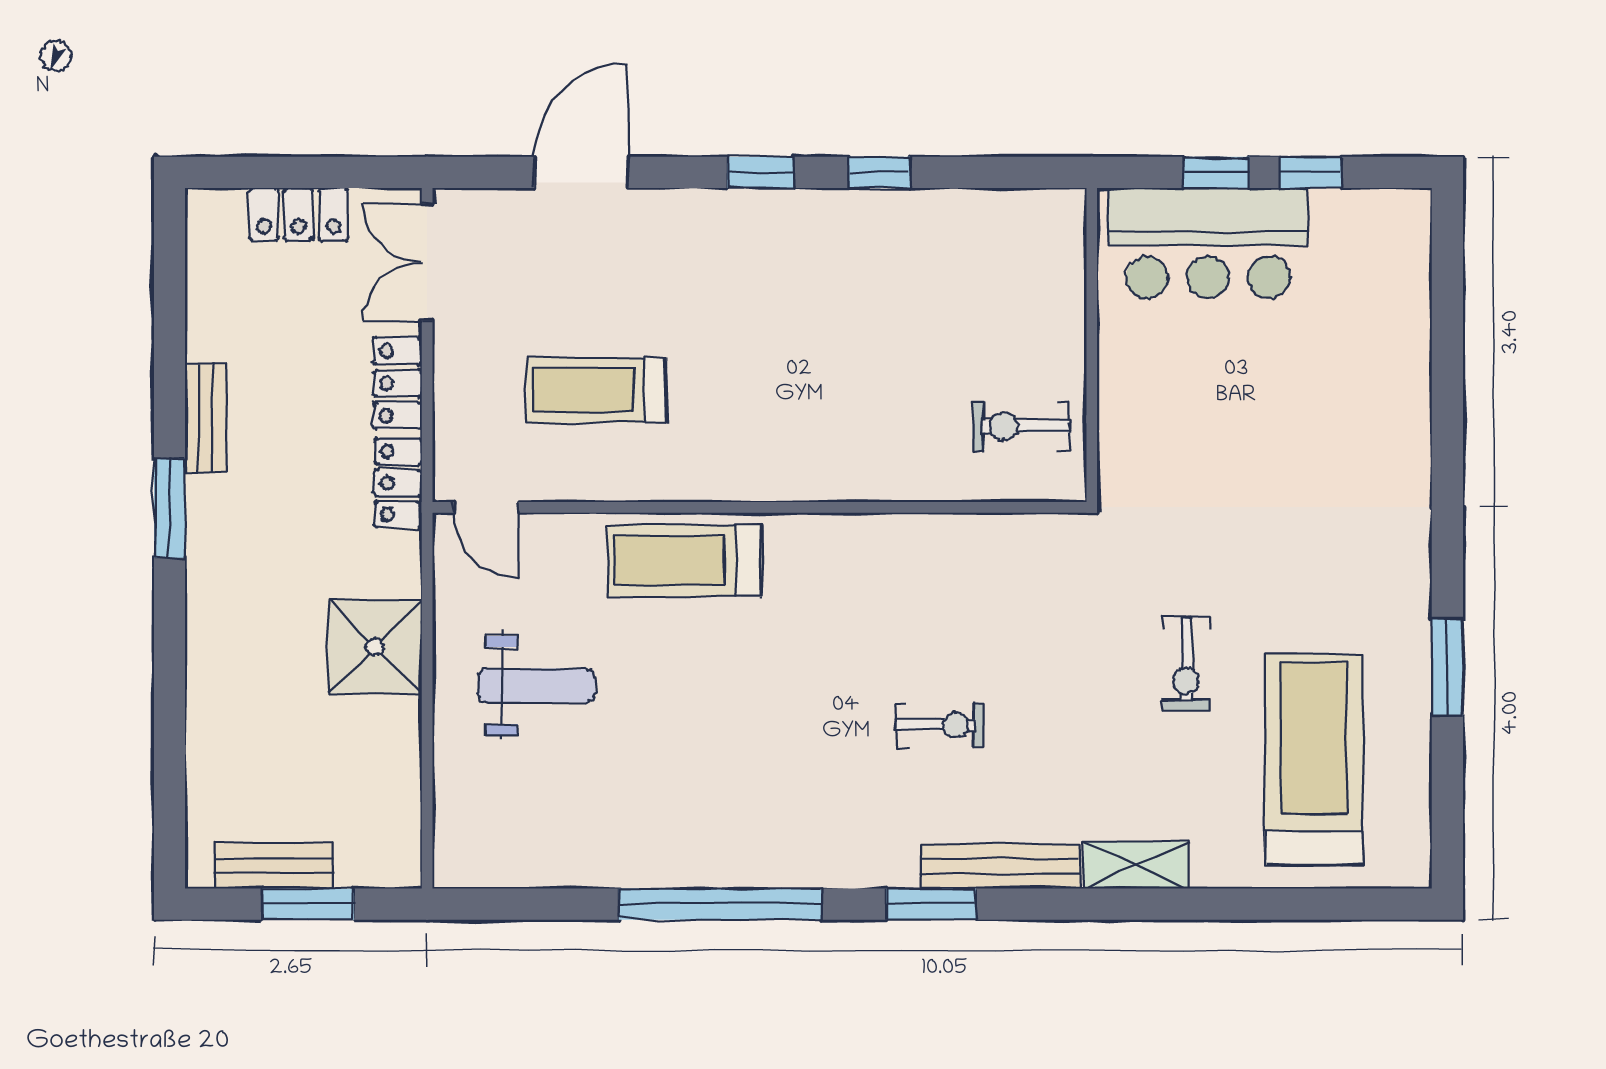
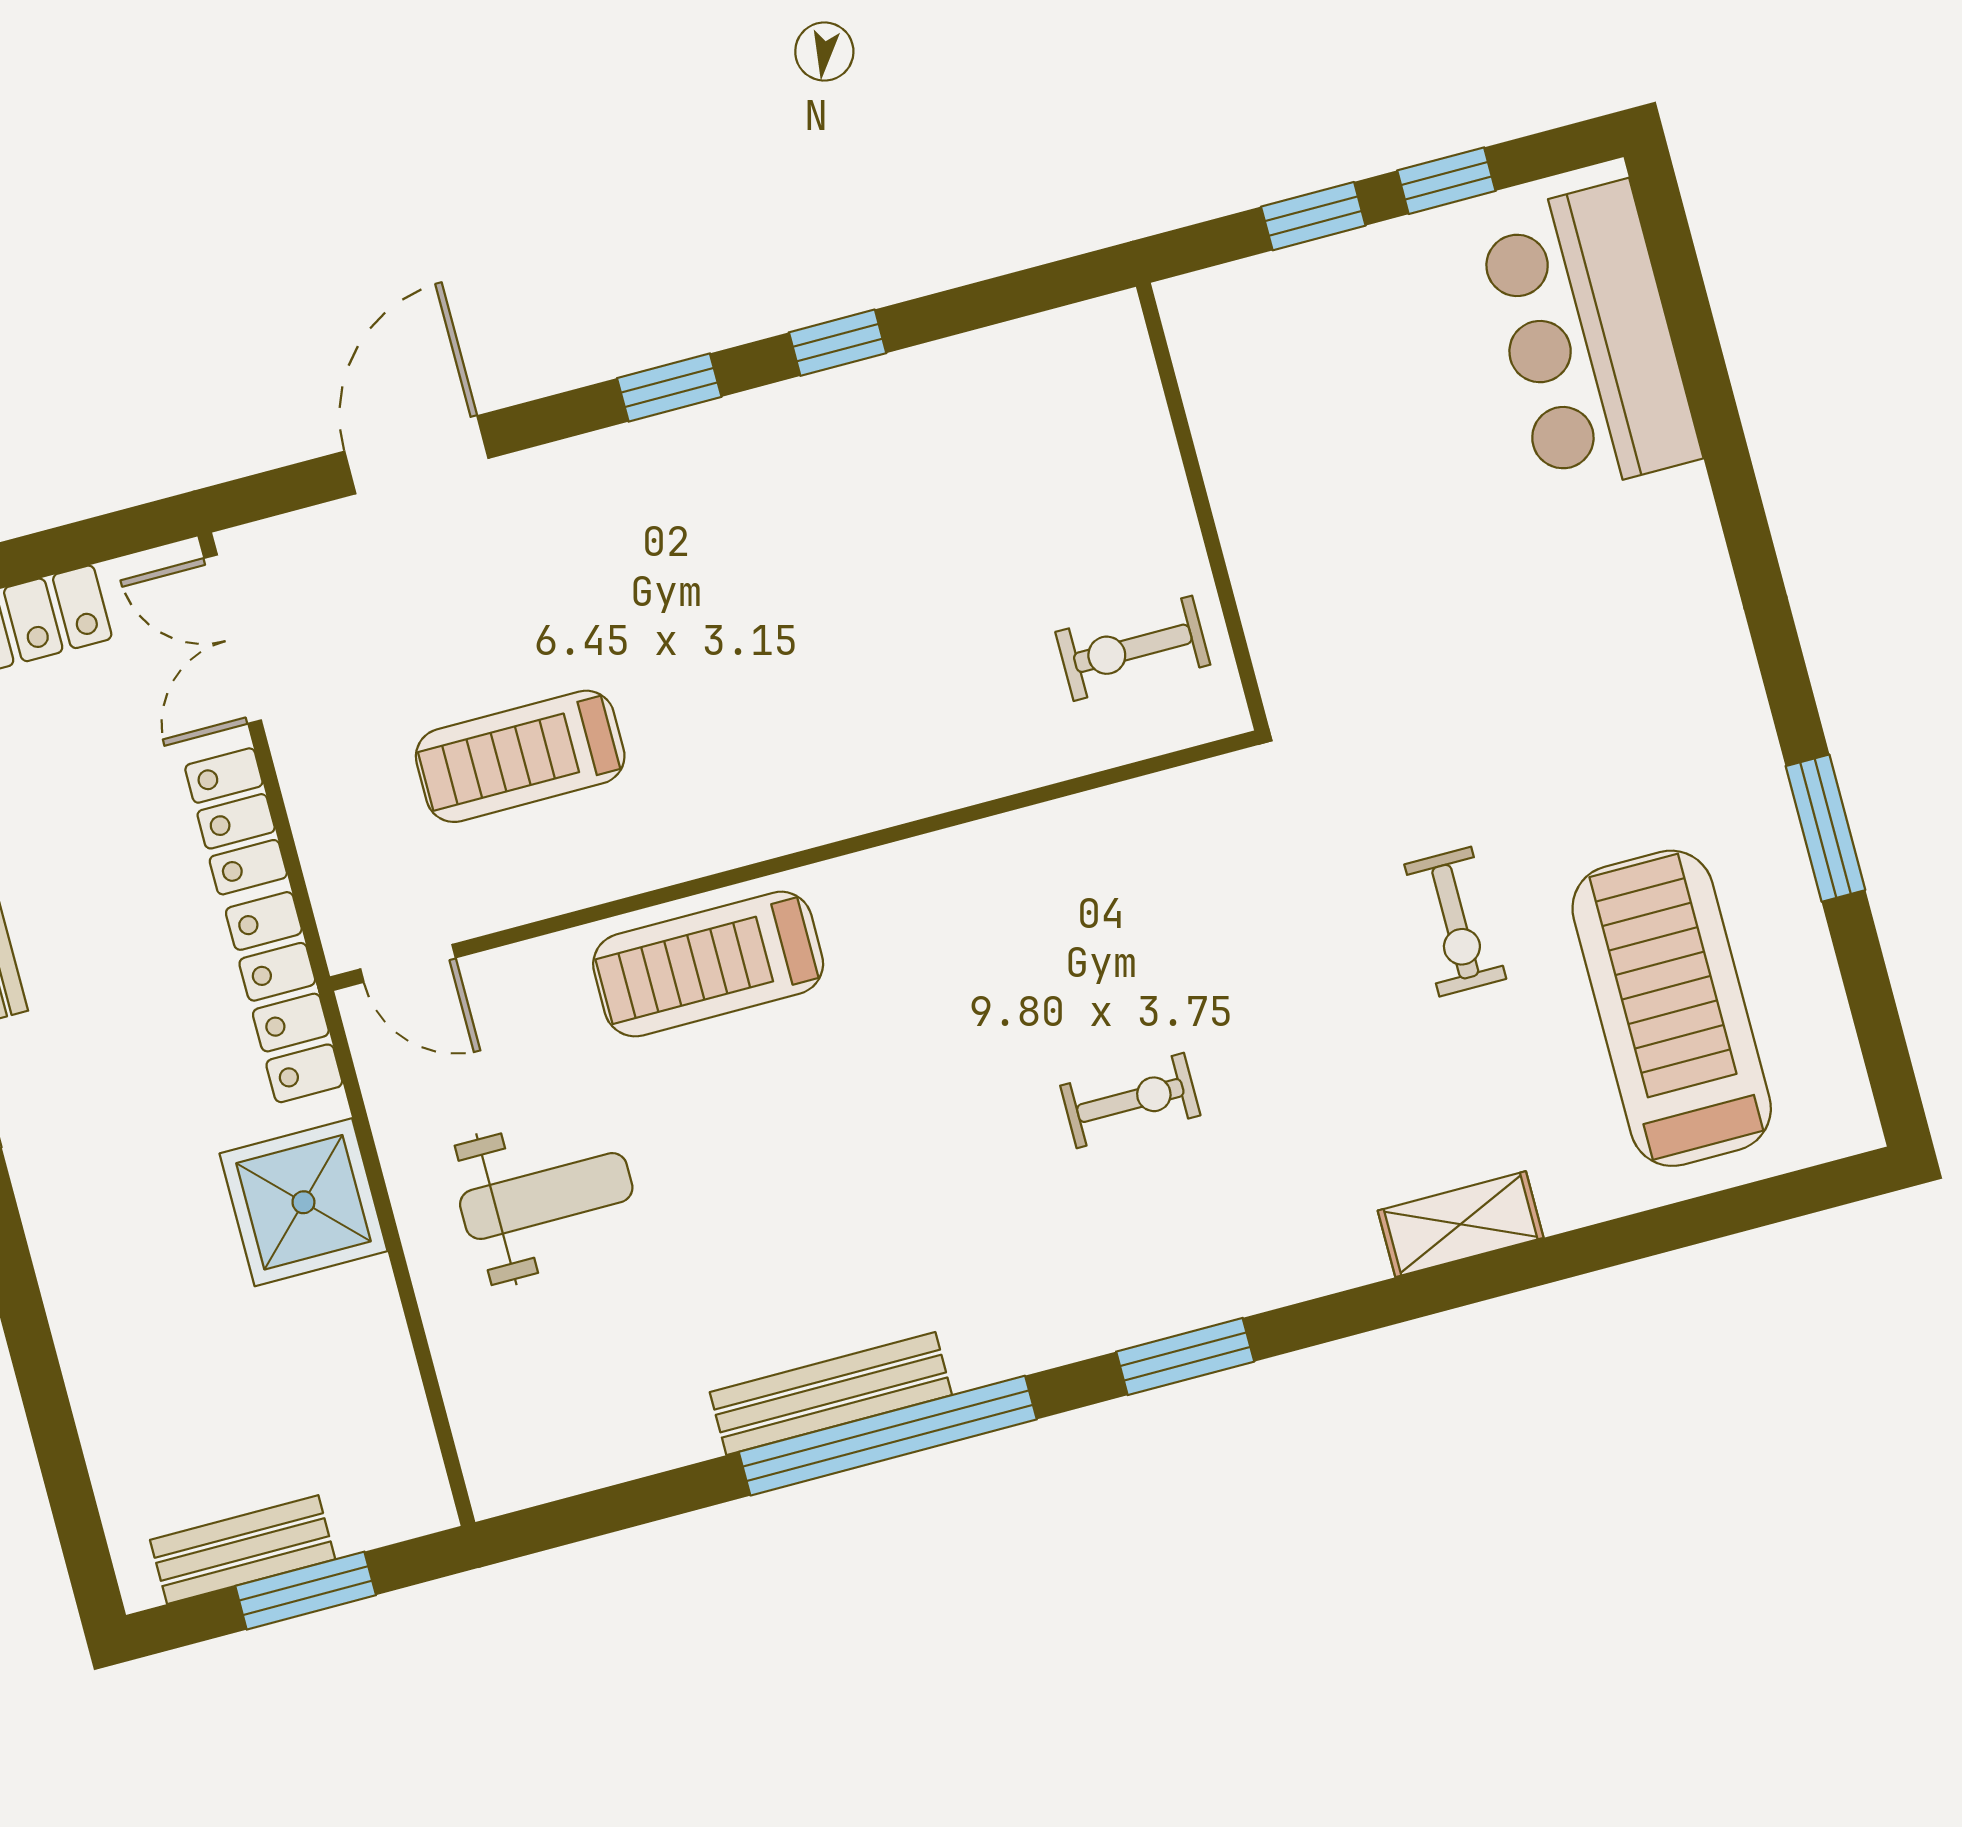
bar counter: (1208, 243) -> (1588, 339), moved, turned 90
locker: (398, 483) -> (284, 997), width x1.53
bench: (1000, 866) -> (831, 1394), moved

